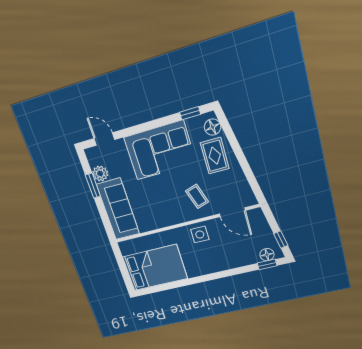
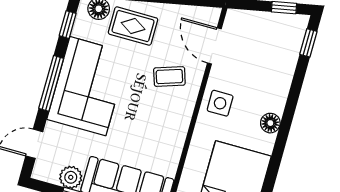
window: (147, 126) -> (51, 83), added
door: (232, 212) -> (214, 46), swing flipped
floor lamp: (267, 255) -> (270, 123), moved

